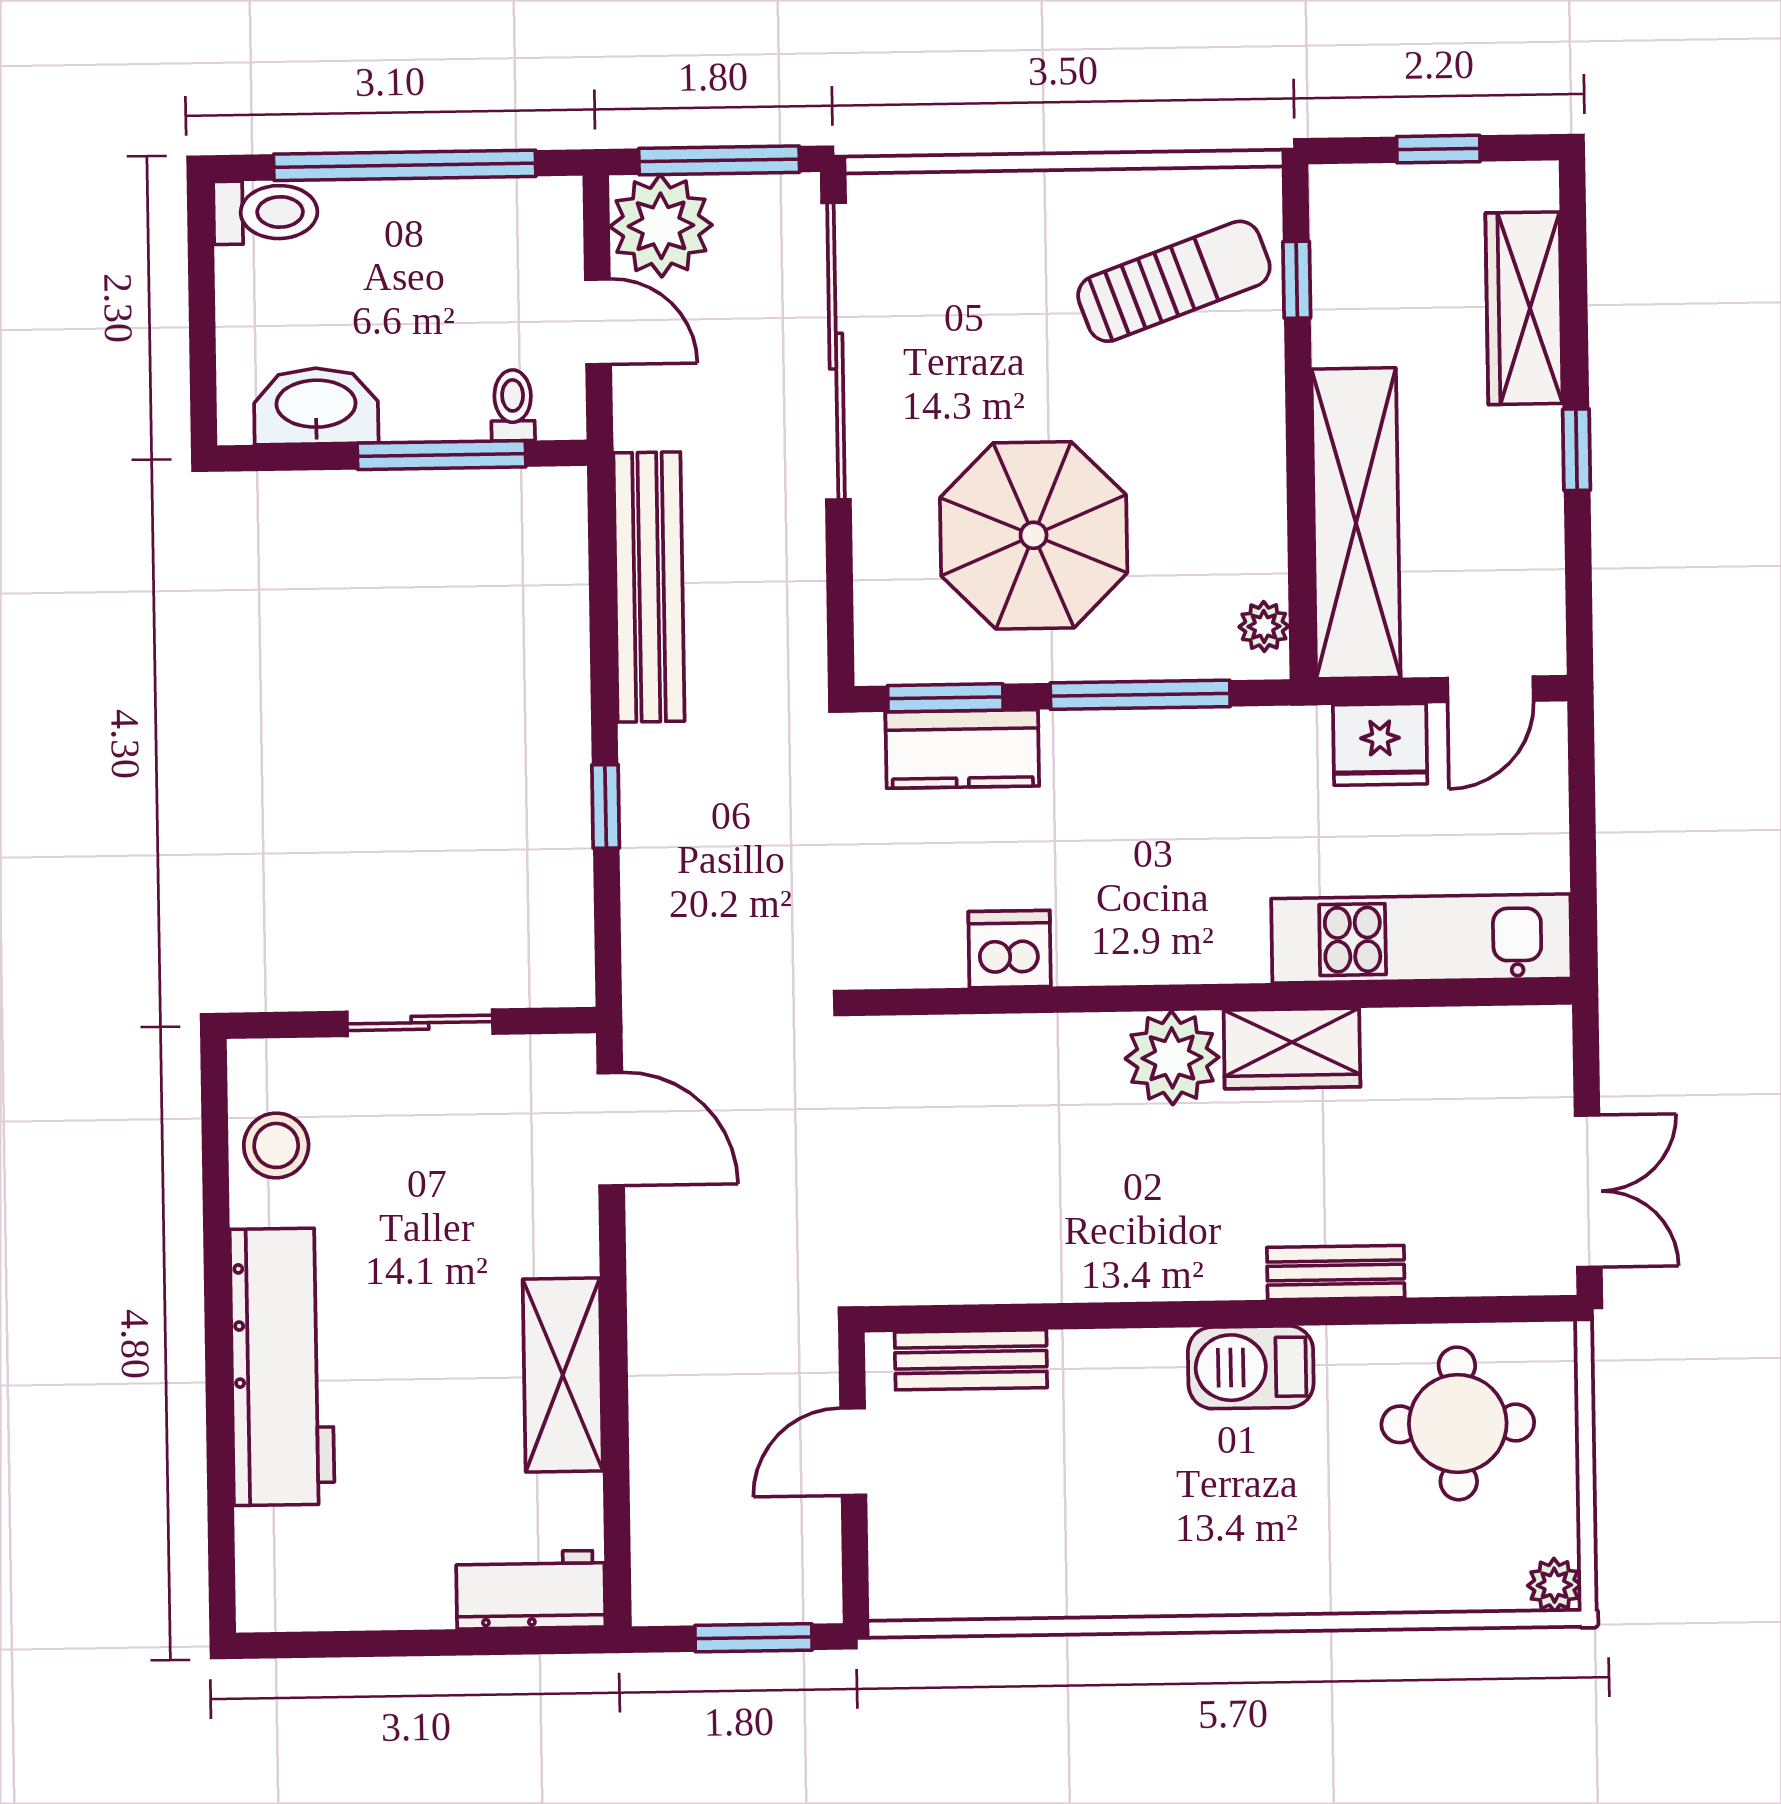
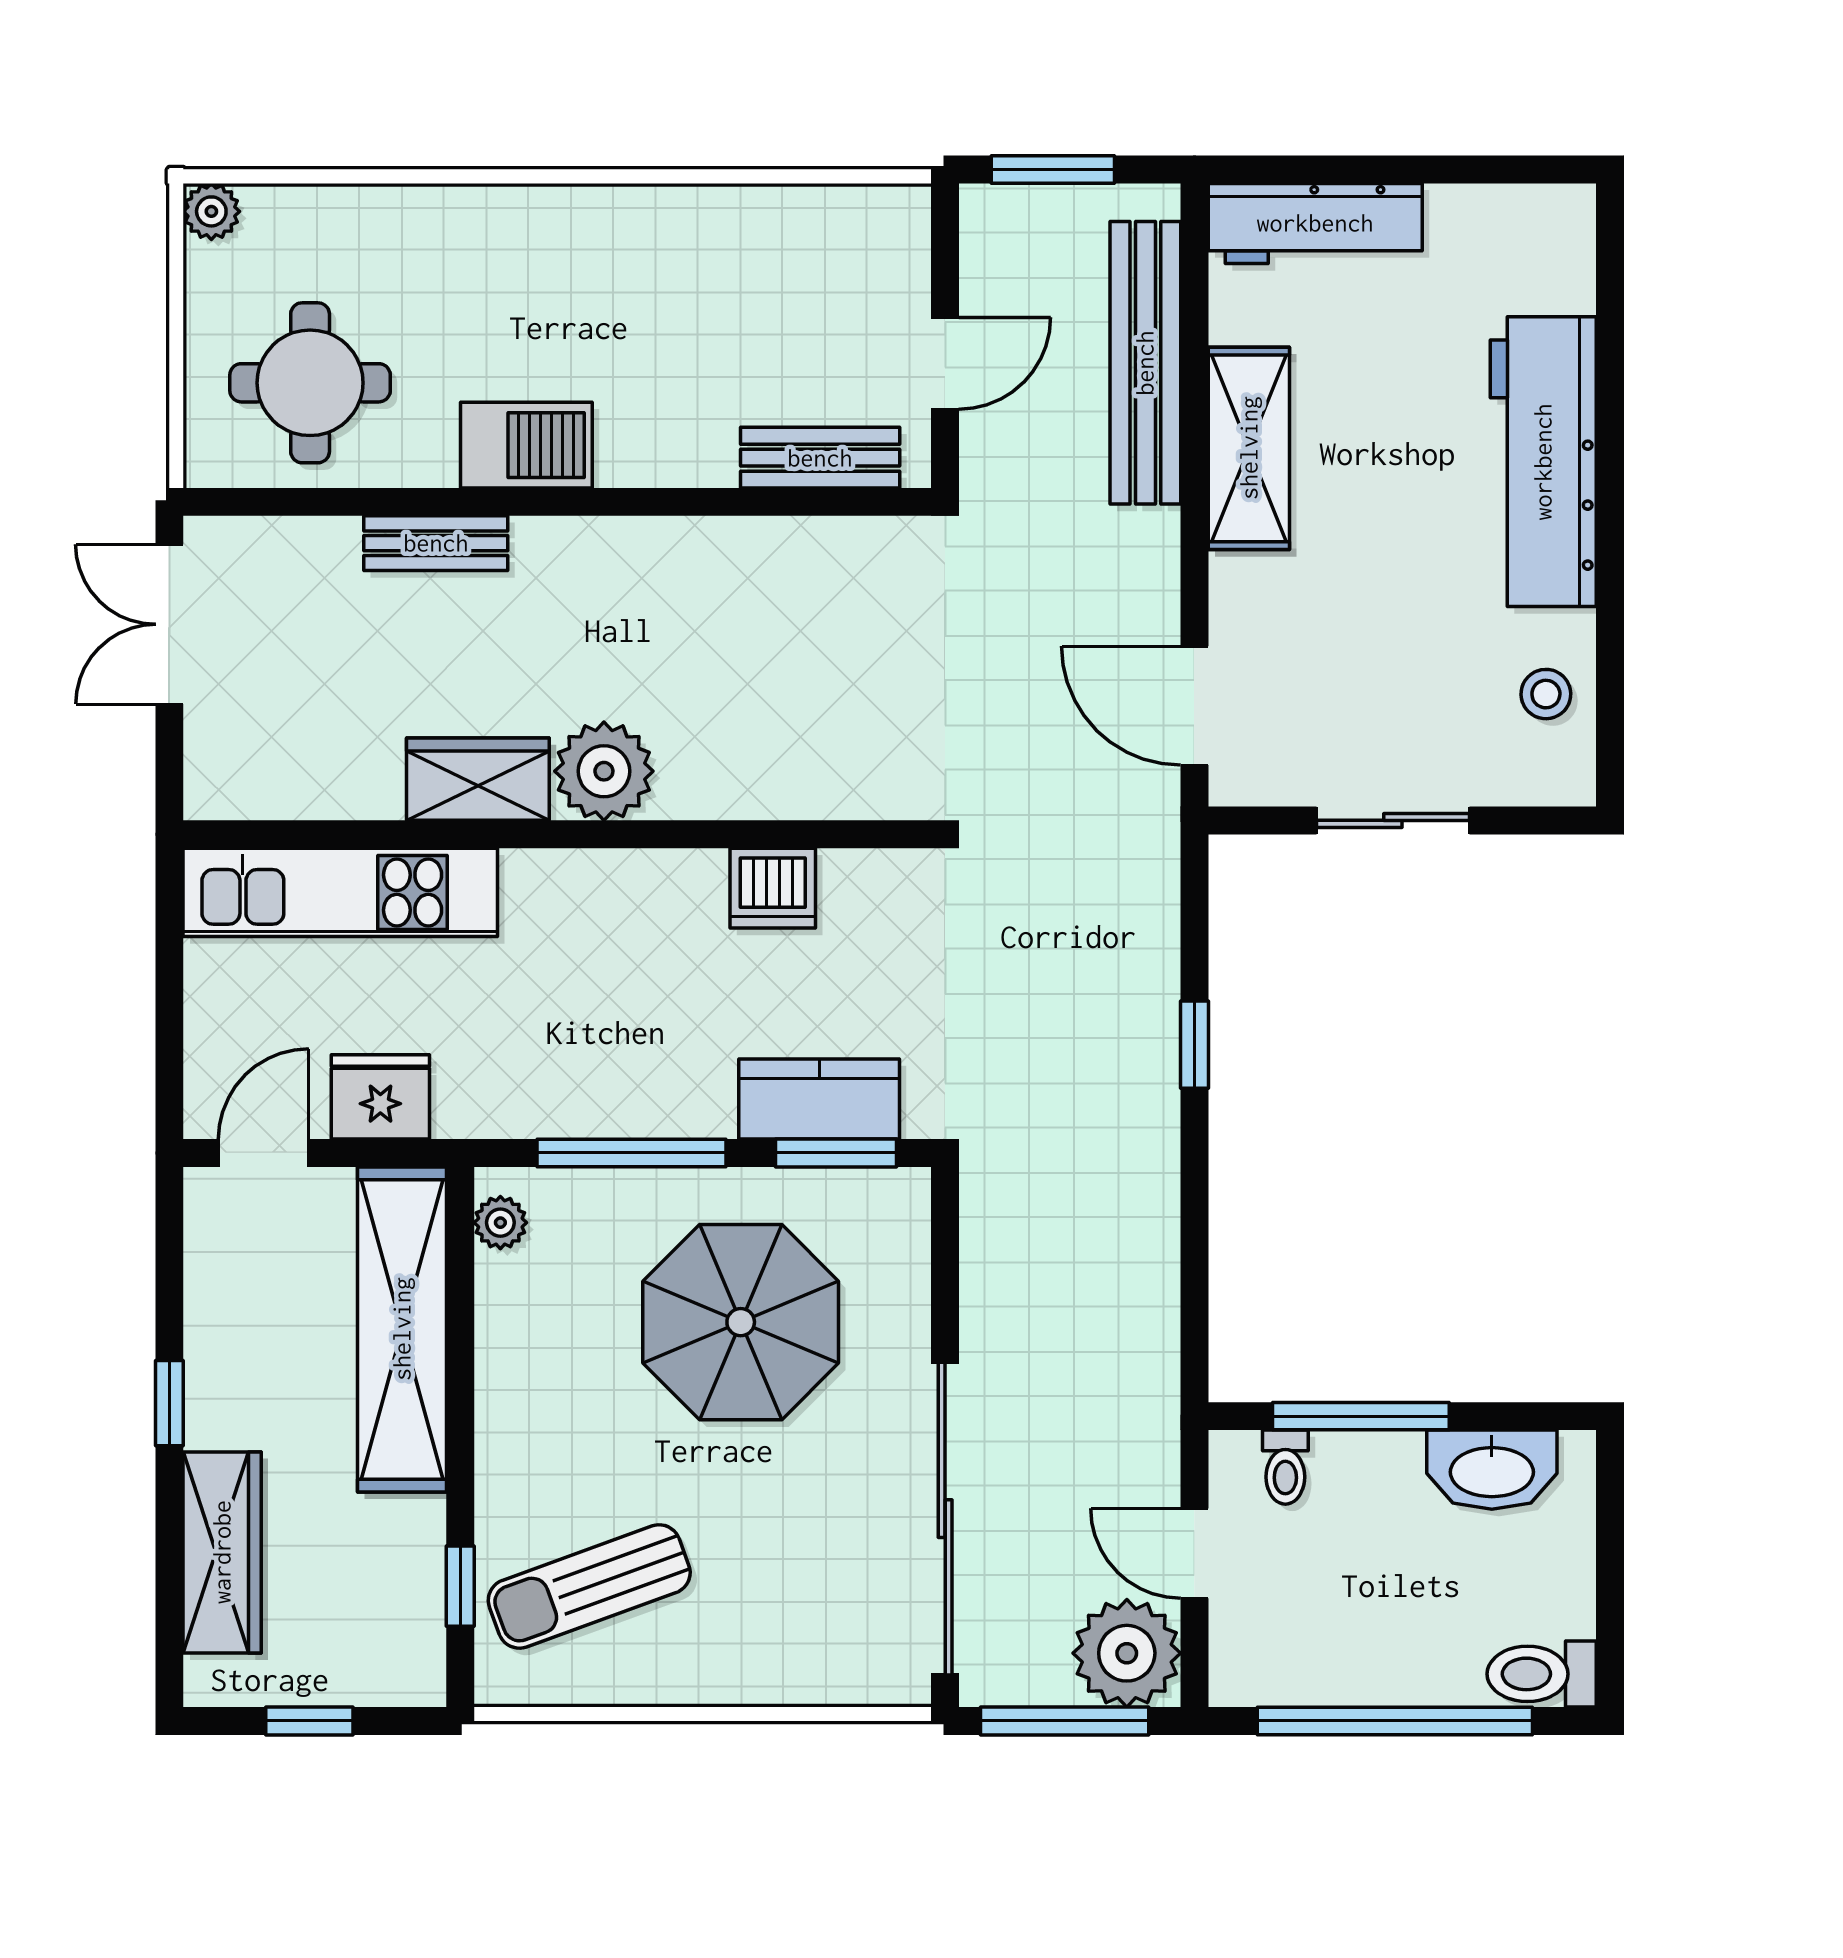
bench: (649, 587) -> (1145, 363), moved
stool: (276, 1145) -> (1546, 694), width x0.73, depth x0.73
workbench: (531, 1590) -> (1315, 223), width x1.38

